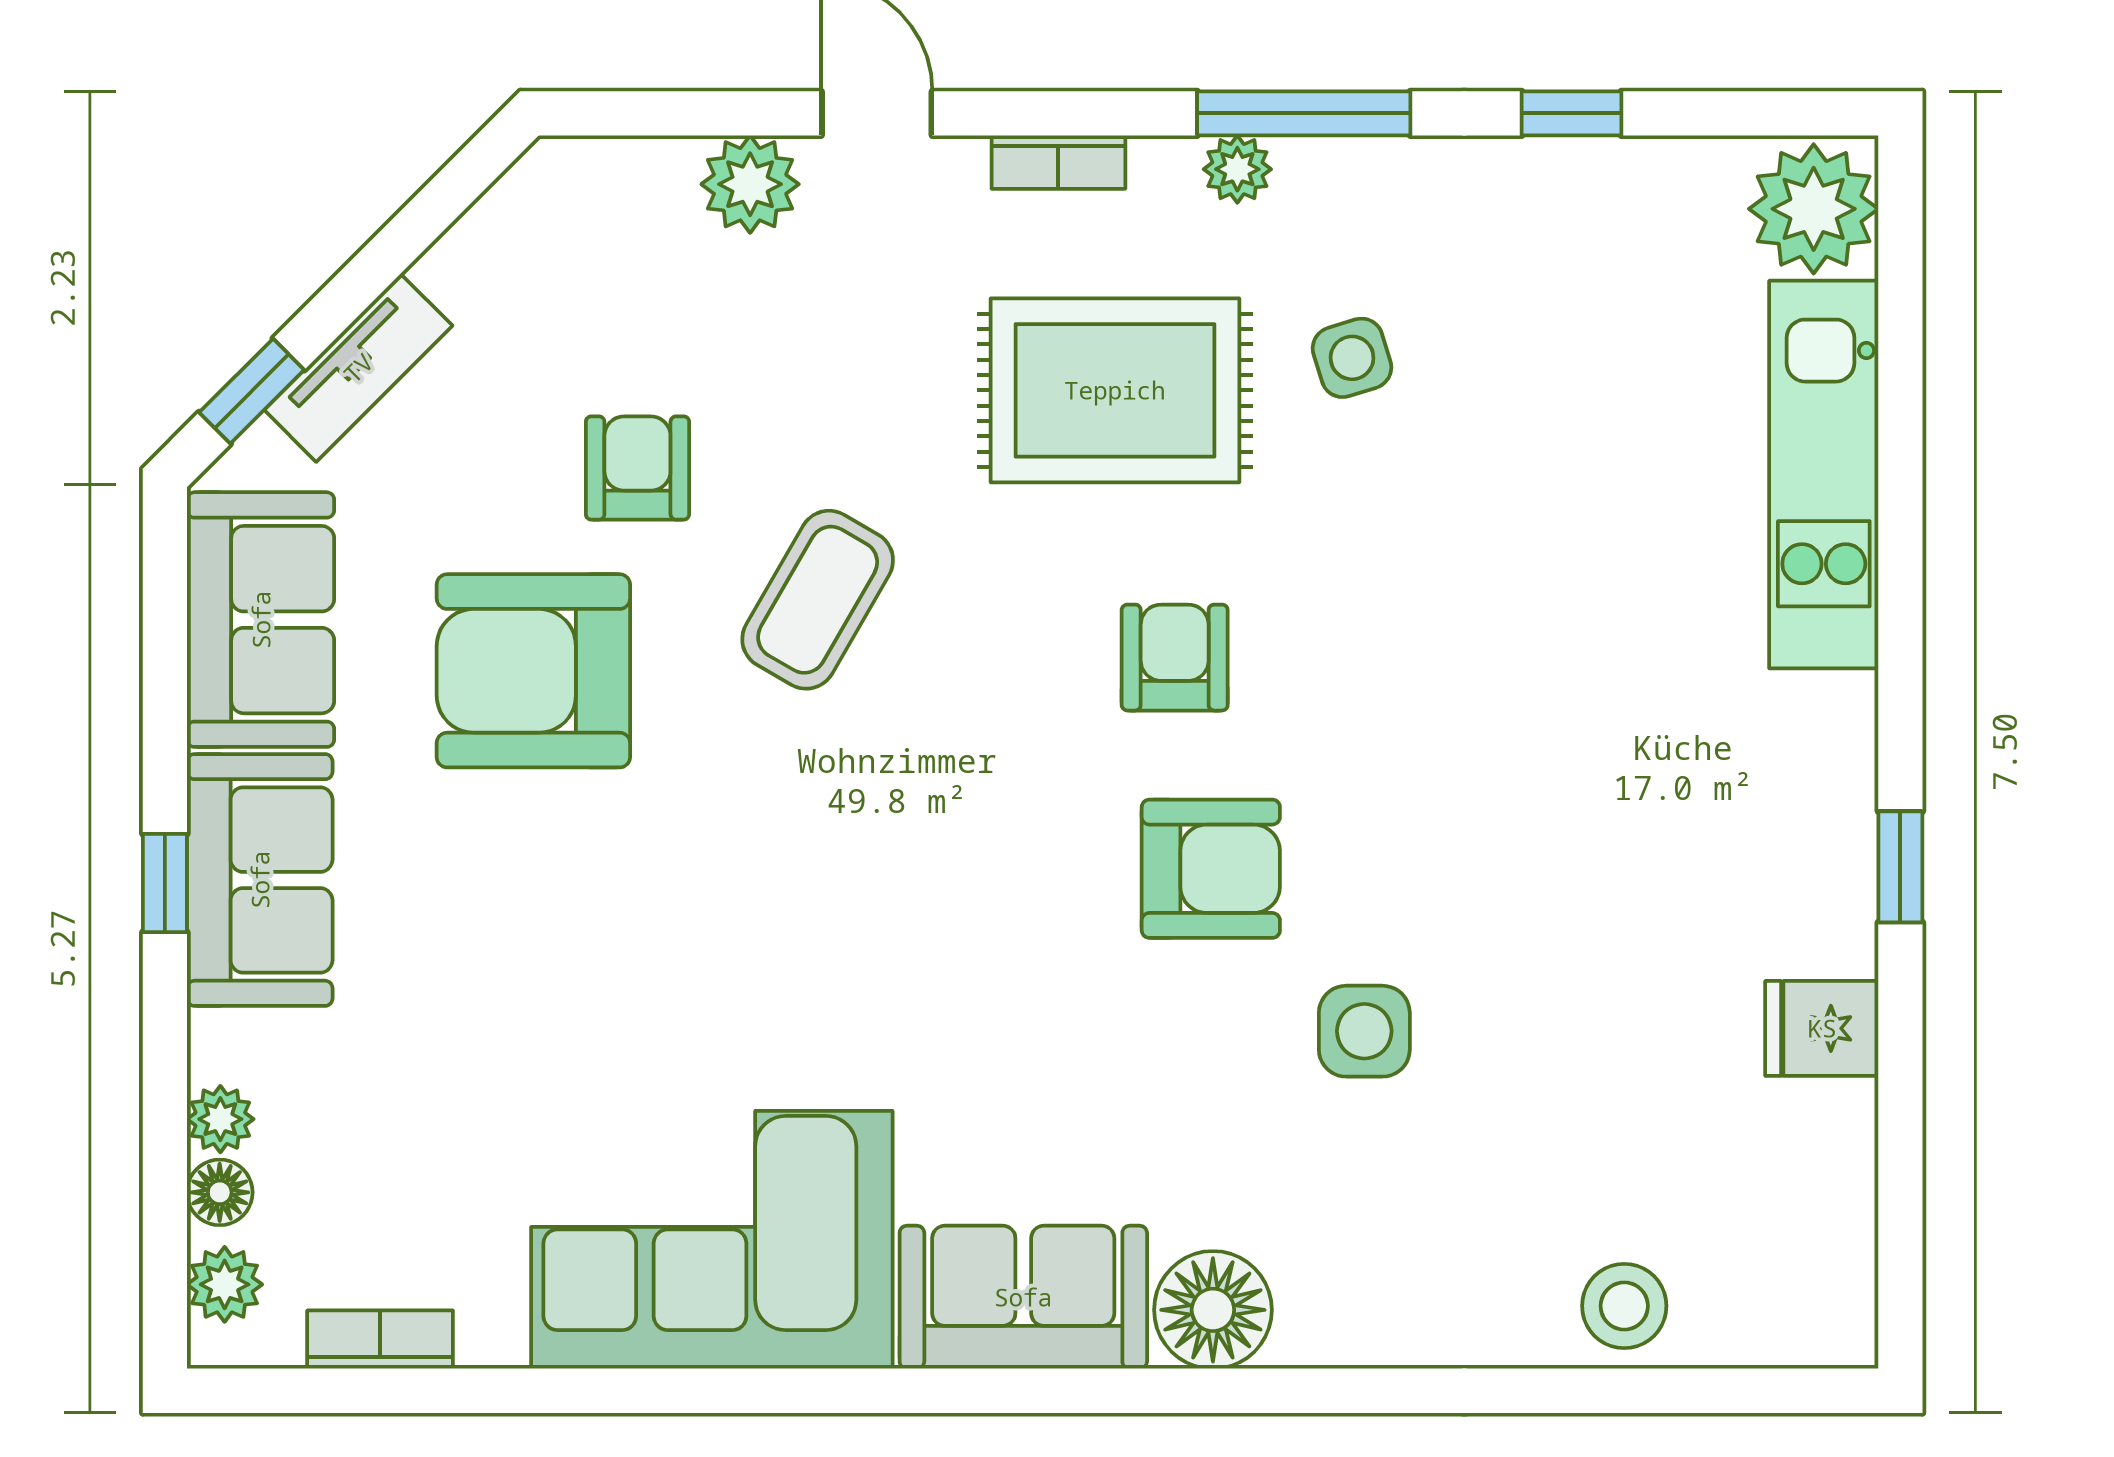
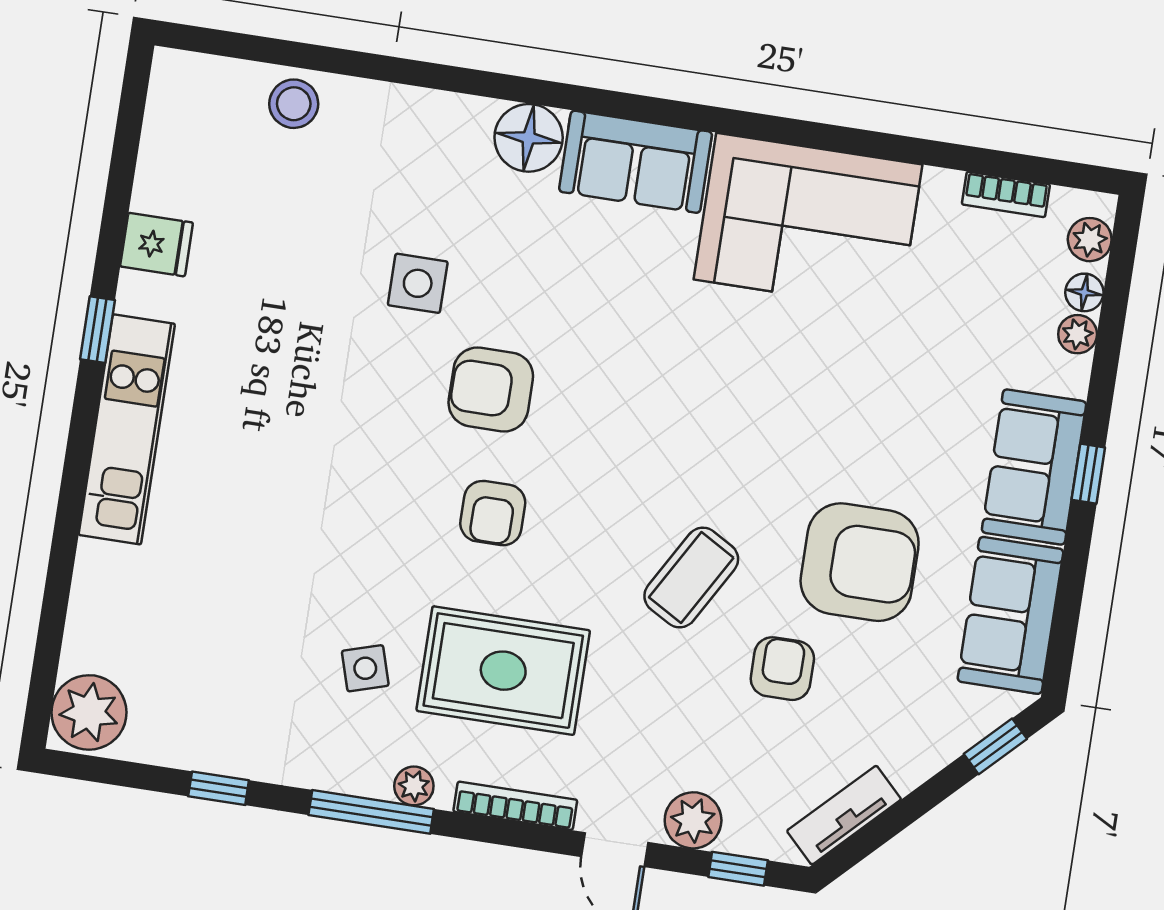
window: (660, 113) -> (738, 869), added
bookcase: (1058, 162) -> (515, 806), width x1.56
tv unit: (358, 368) -> (844, 815), moved
armchair: (637, 468) -> (782, 669), turned 180
kitchen unit: (1824, 475) -> (127, 429), moved

